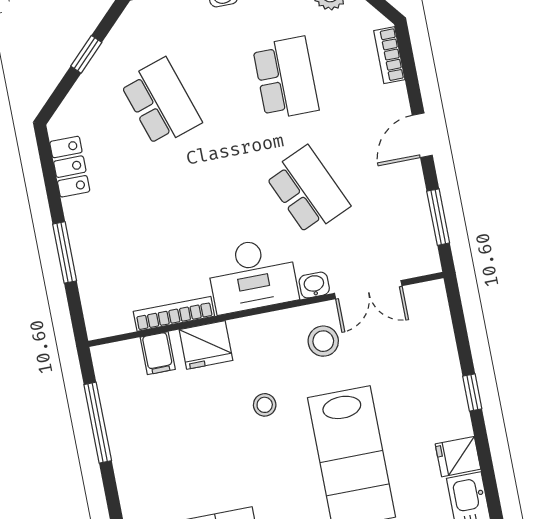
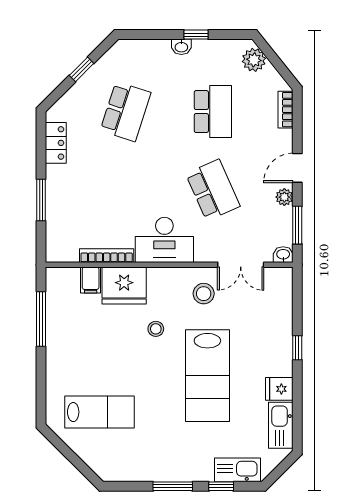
school desk: (161, 102) -> (126, 112), turned 36
plant: (412, 181) -> (284, 197), added
washbasin: (314, 285) -> (283, 255), moved
fridge: (206, 345) -> (124, 286), width x1.36, depth x1.34

